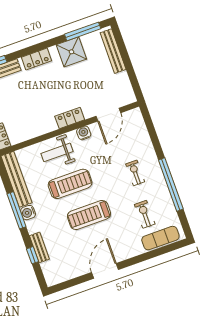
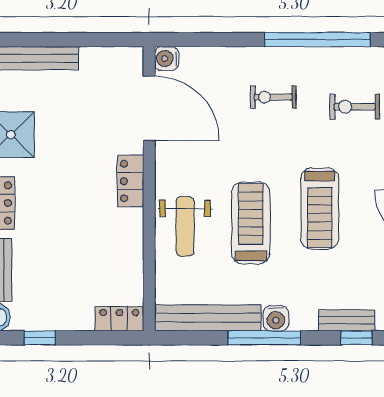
door: (108, 115) -> (149, 108), width x1.36
water cooler: (84, 133) -> (167, 59), moved

